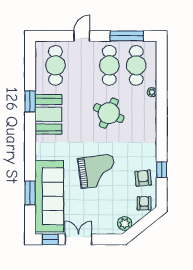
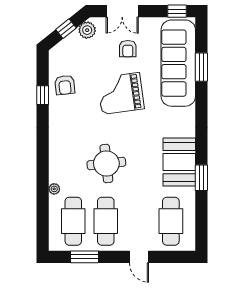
door: (82, 36) -> (139, 257), hinge flipped
window: (127, 36) -> (85, 257), width x0.69
round table: (109, 113) -> (106, 164), turned -31
armchair: (144, 203) -> (128, 49), moved
window: (142, 225) -> (66, 29), added
double door: (78, 239) -> (122, 11), moved

